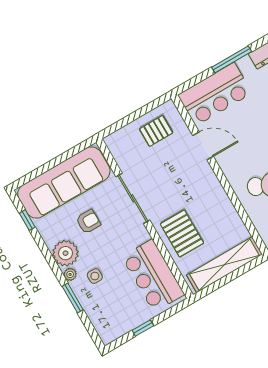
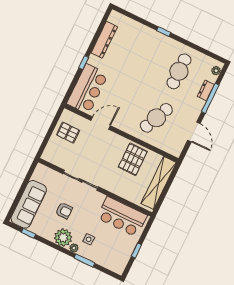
window: (232, 59) -> (84, 62), width x0.46
pallet: (156, 131) -> (68, 133), turned 90
sofa: (64, 183) -> (29, 204), width x0.74, depth x0.79
armchair: (88, 222) -> (64, 211), turned 90
pallet: (182, 233) -> (133, 159), moved, turned 90

